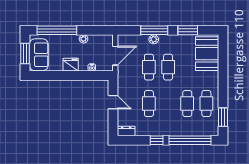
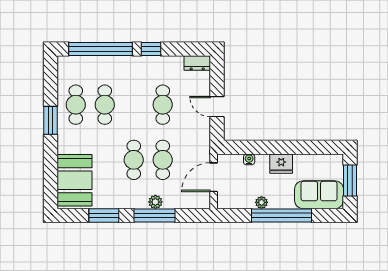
window: (57, 30) -> (281, 215), moved
sofa: (39, 55) -> (319, 195), moved, turned 90
window: (223, 117) -> (51, 120), moved

